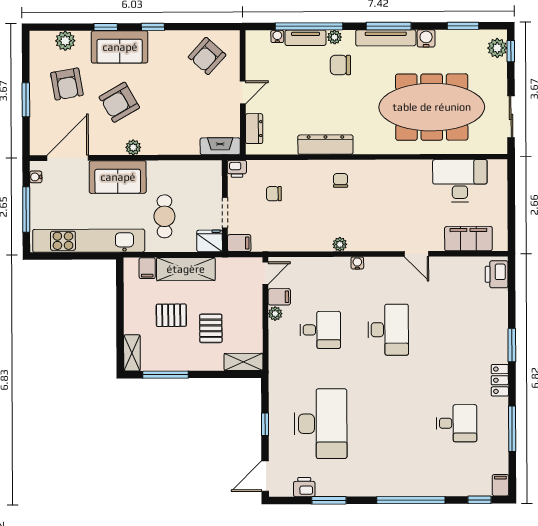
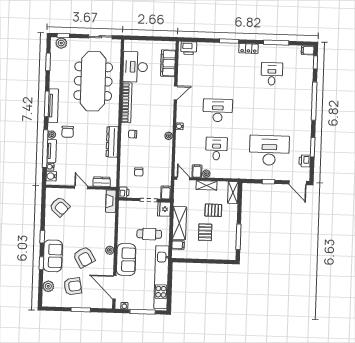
water cooler: (426, 38) -> (51, 176), moved
bookcase: (396, 168) -> (127, 103), added
shelving: (132, 353) -> (207, 185), moved

